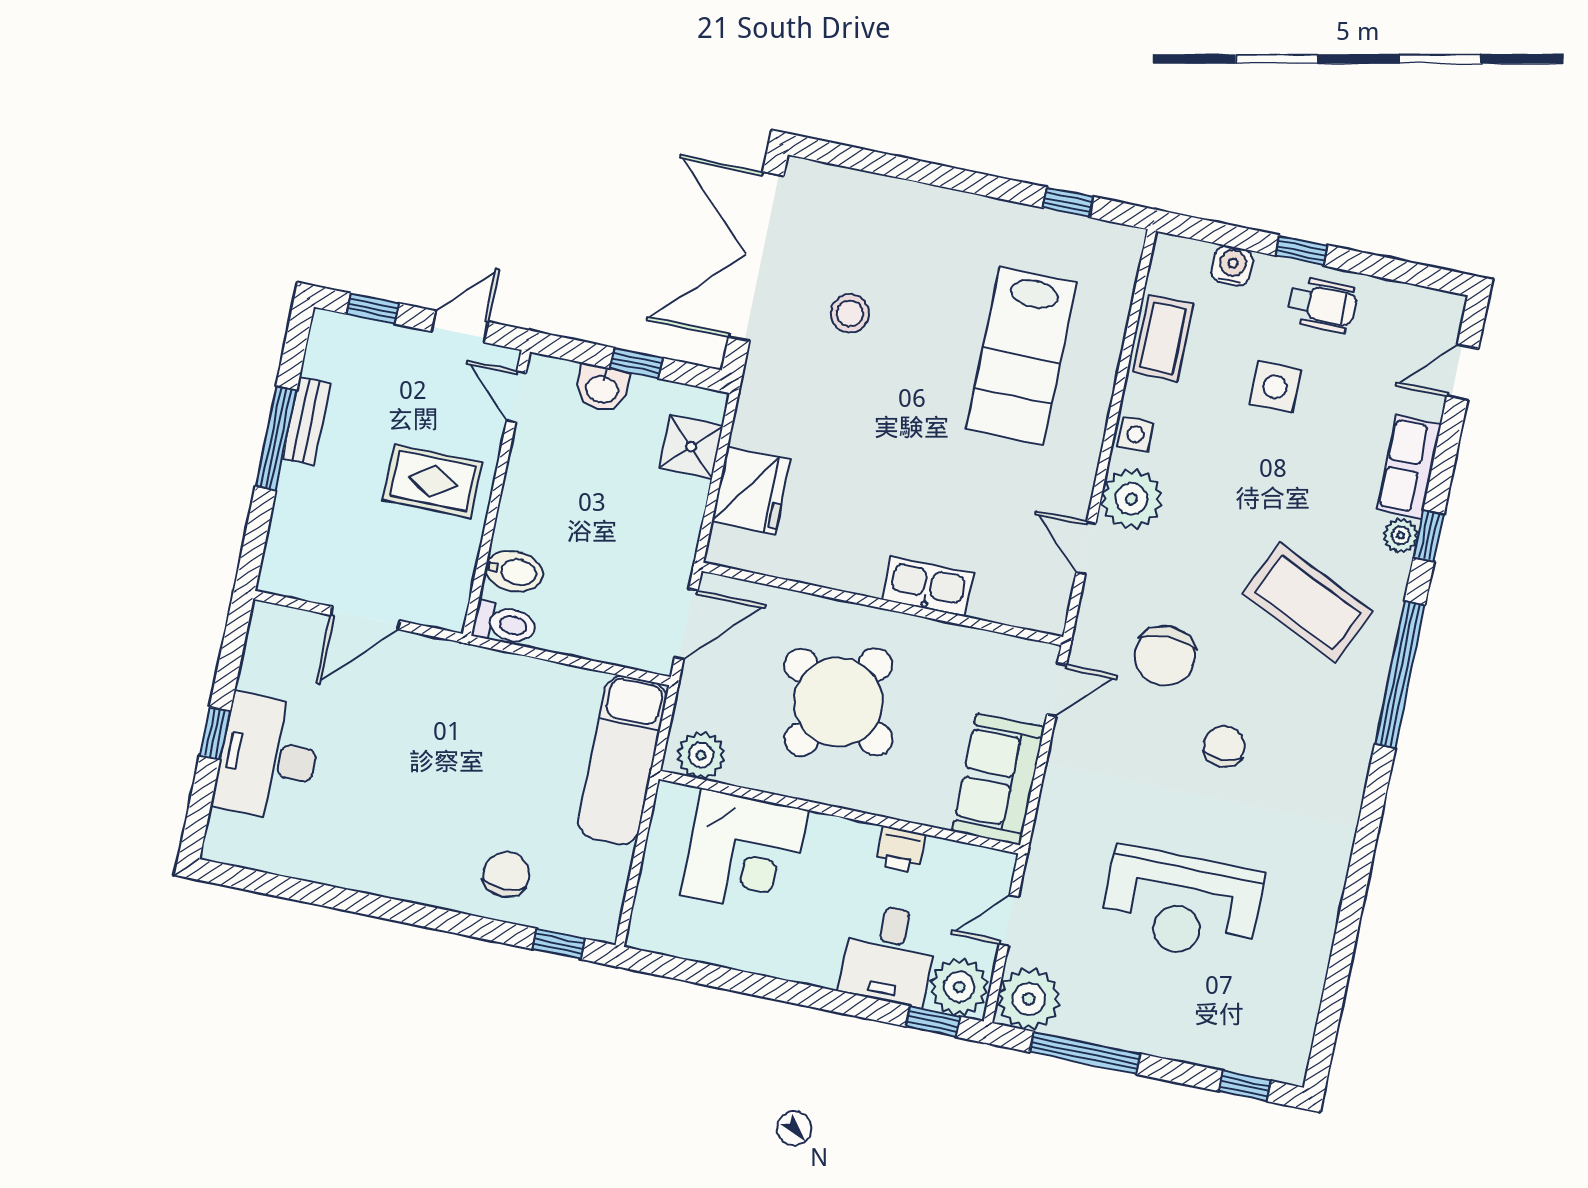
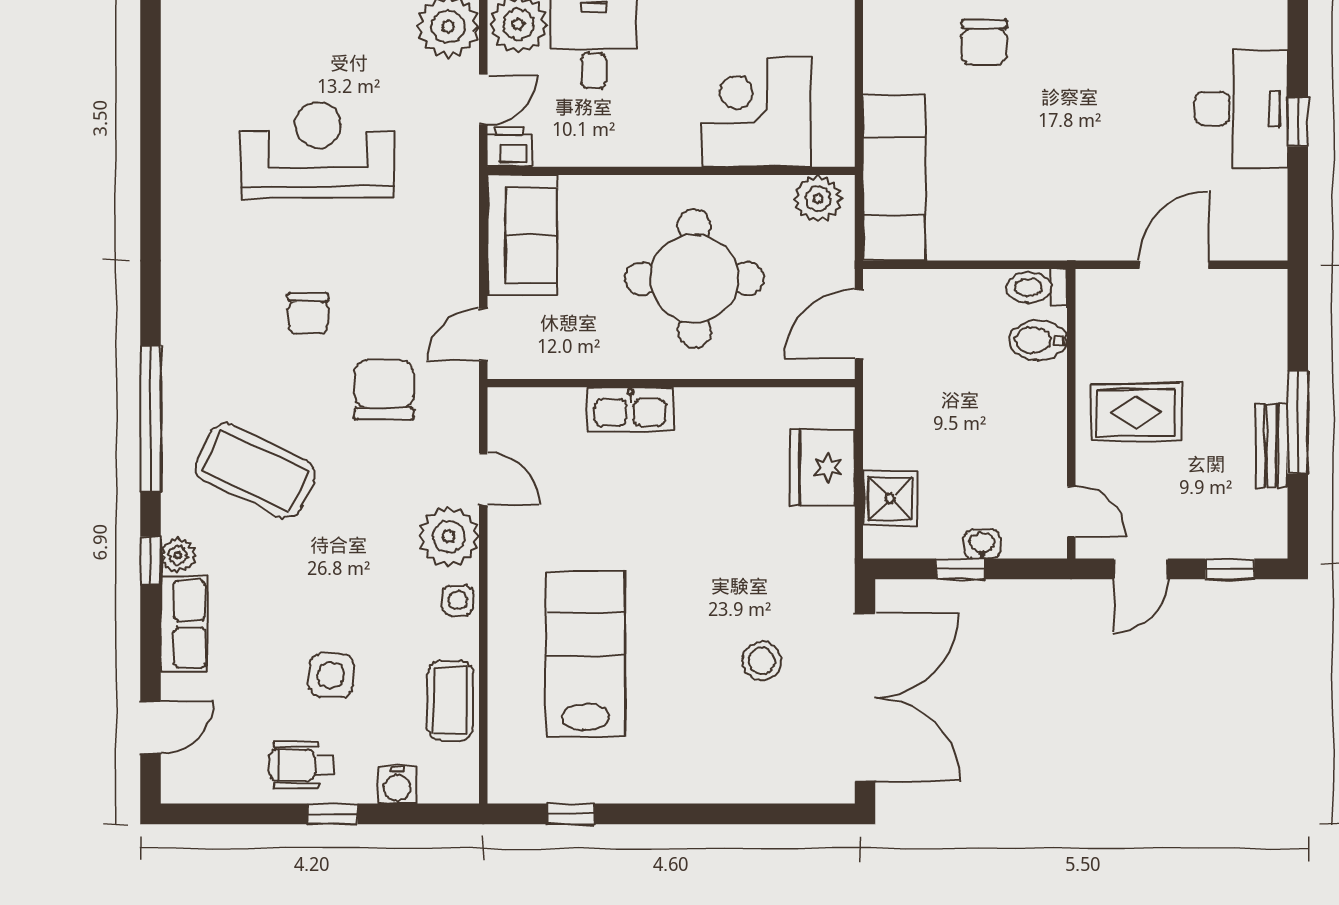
washbasin: (602, 388) -> (982, 544), width x0.72, depth x0.69
round table: (838, 702) -> (694, 278), turned -33
printer: (900, 850) -> (510, 147), moved

